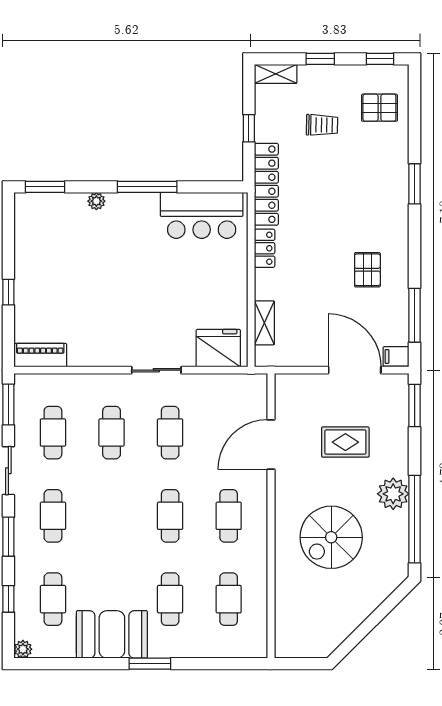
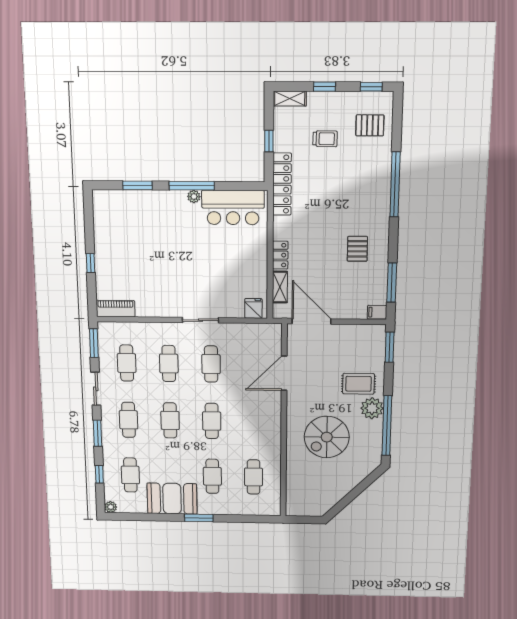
window: (415, 184) -> (395, 185), width x2.11
window: (45, 187) -> (137, 185), moved
plant: (96, 201) -> (194, 197), moved
locker: (265, 248) -> (280, 255), moved
fridge: (218, 348) -> (253, 308), width x0.53, depth x0.75
door: (355, 370) -> (311, 321), moved
rug: (345, 442) -> (358, 384), moved
cafe table: (229, 516) -> (170, 420), moved

